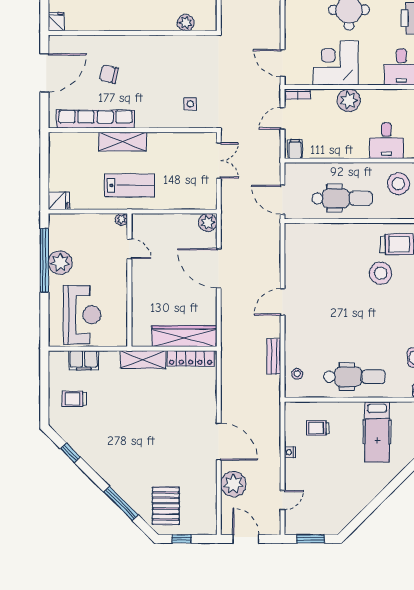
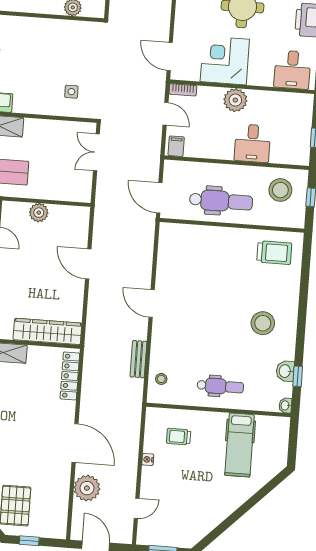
door: (283, 118) -> (166, 114), swing flipped
desk: (386, 141) -> (252, 143), moved
double door: (219, 160) -> (96, 152), swing flipped
plant: (208, 222) -> (39, 213), moved
door: (219, 268) -> (88, 264), width x0.73
stool: (381, 273) -> (263, 323), moved
door: (283, 302) -> (152, 304), hinge flipped
locker: (191, 358) -> (70, 376), moved, turned 90
dental chair: (354, 377) -> (220, 386), width x0.73, depth x0.72

